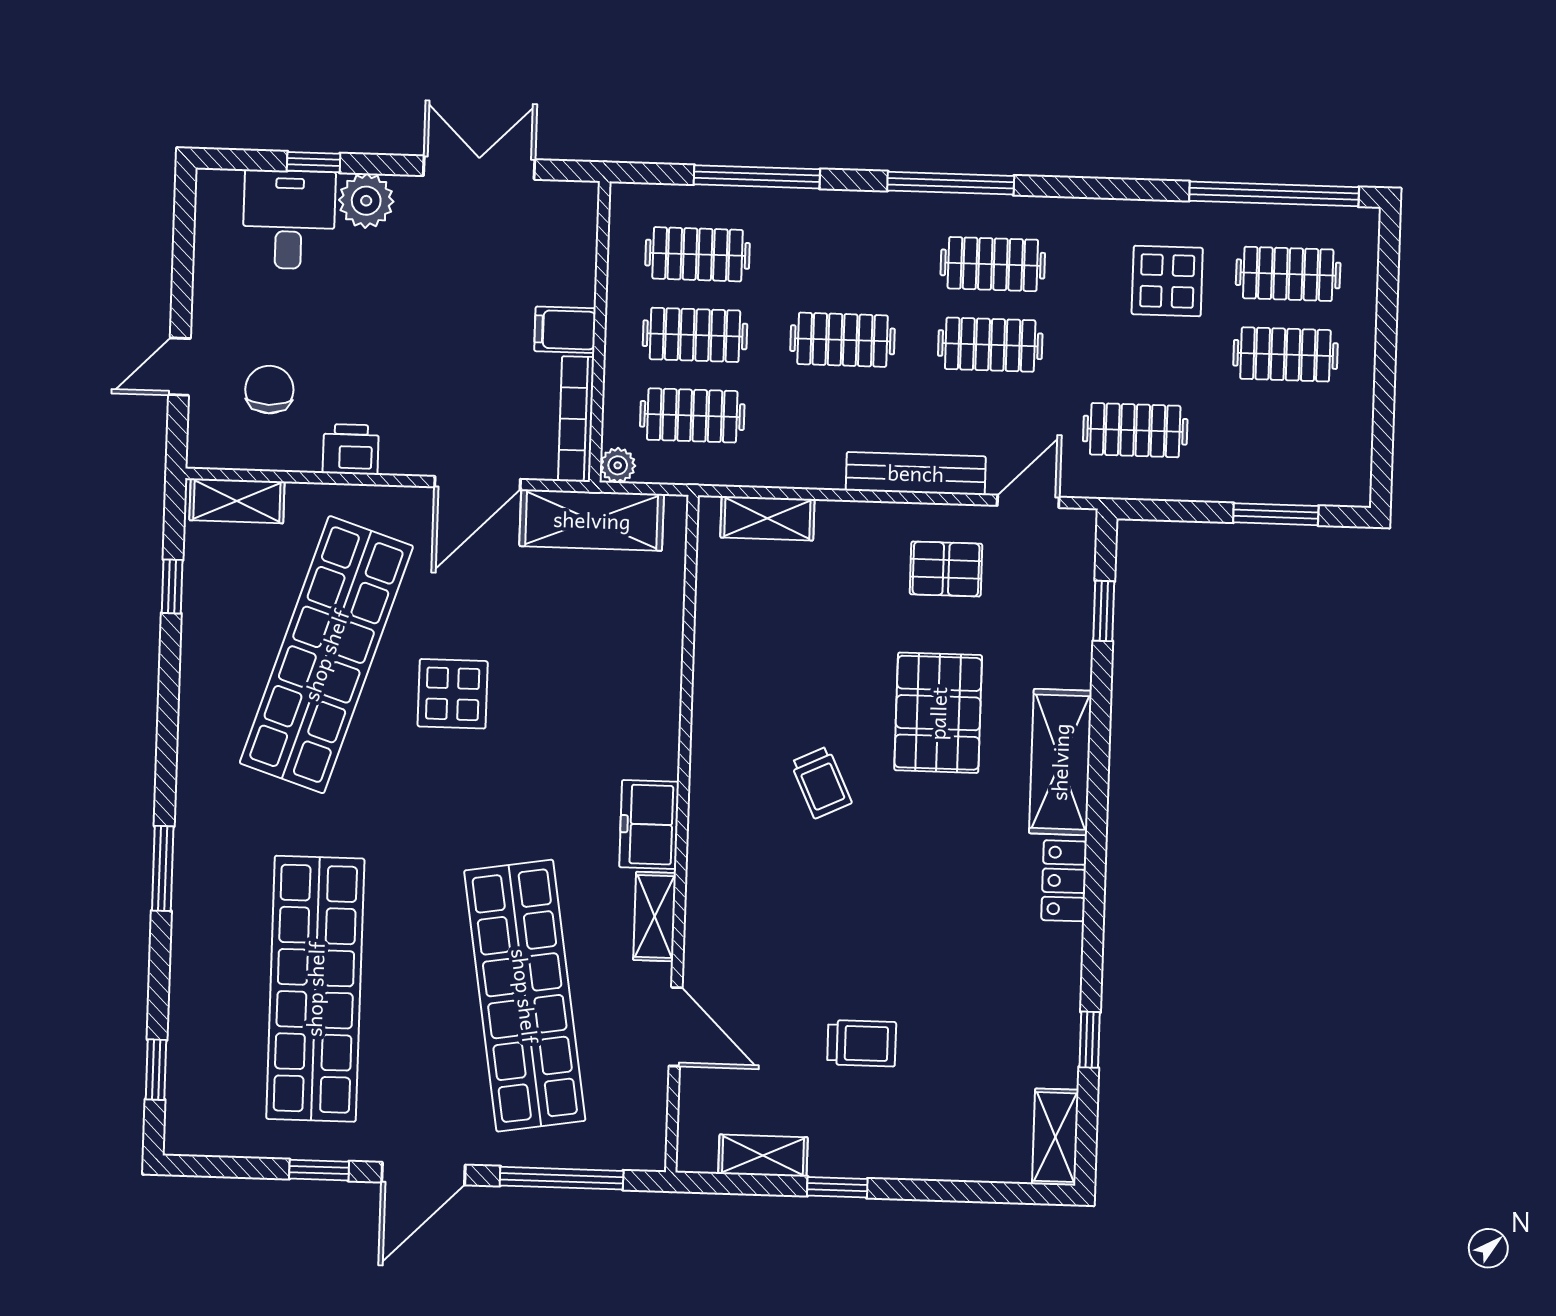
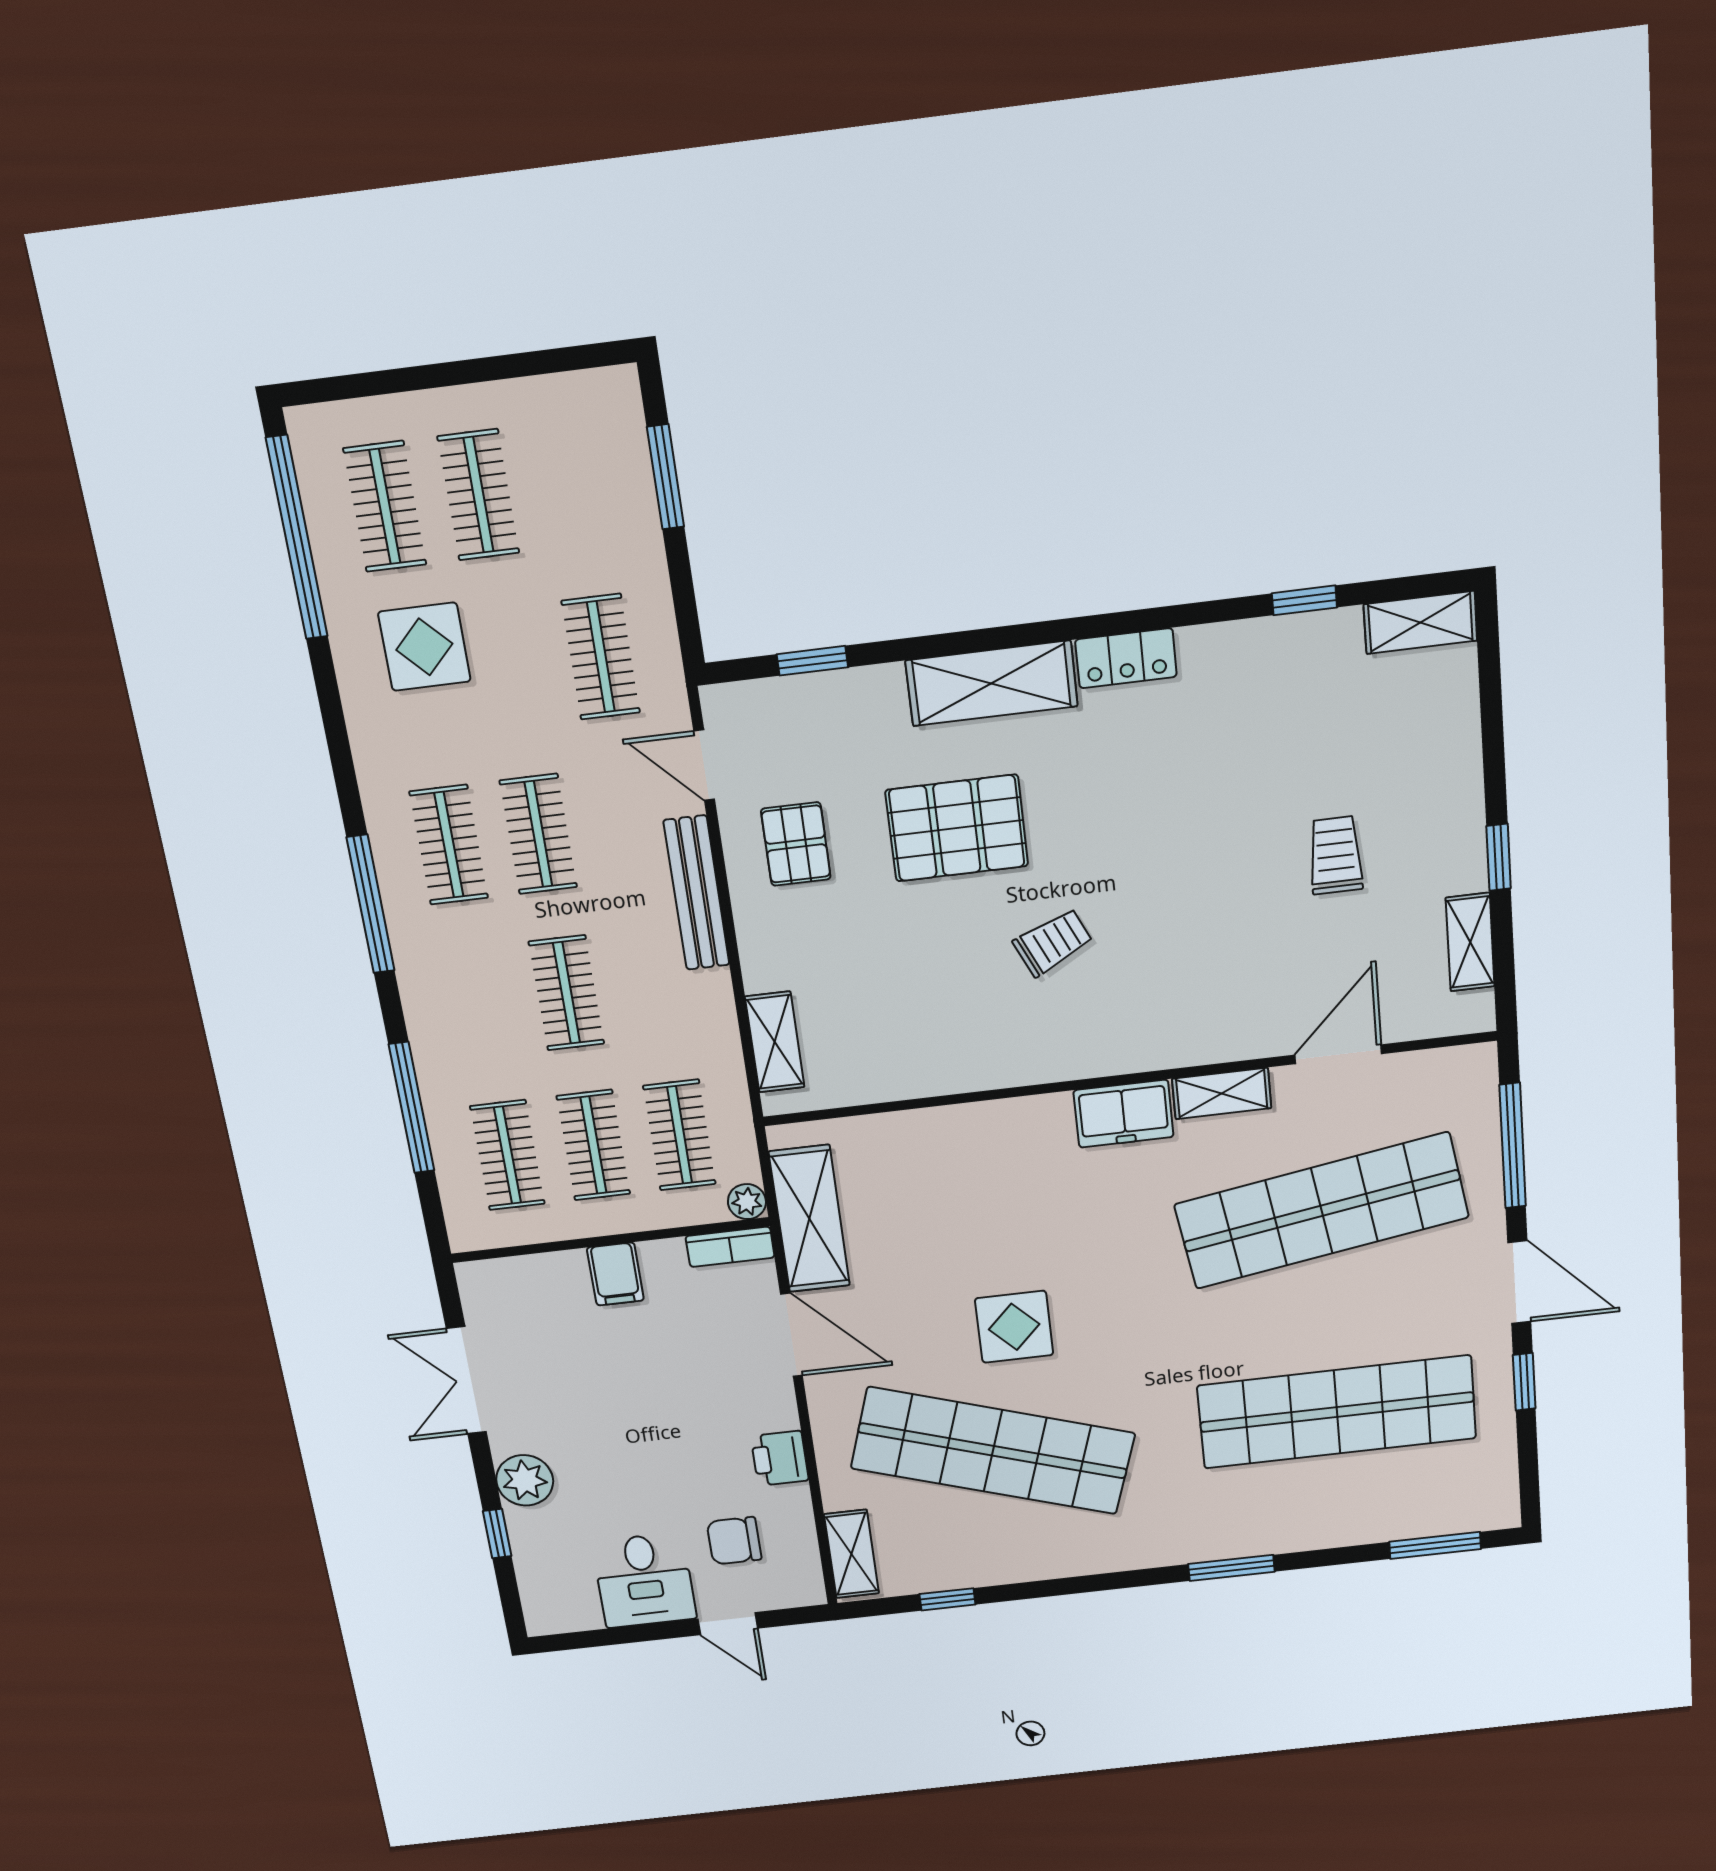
desk: (289, 220) -> (644, 1580), moved, turned -90
bookcase: (576, 419) -> (730, 1247), width x0.64
window: (156, 1070) -> (1435, 1545), width x1.50

